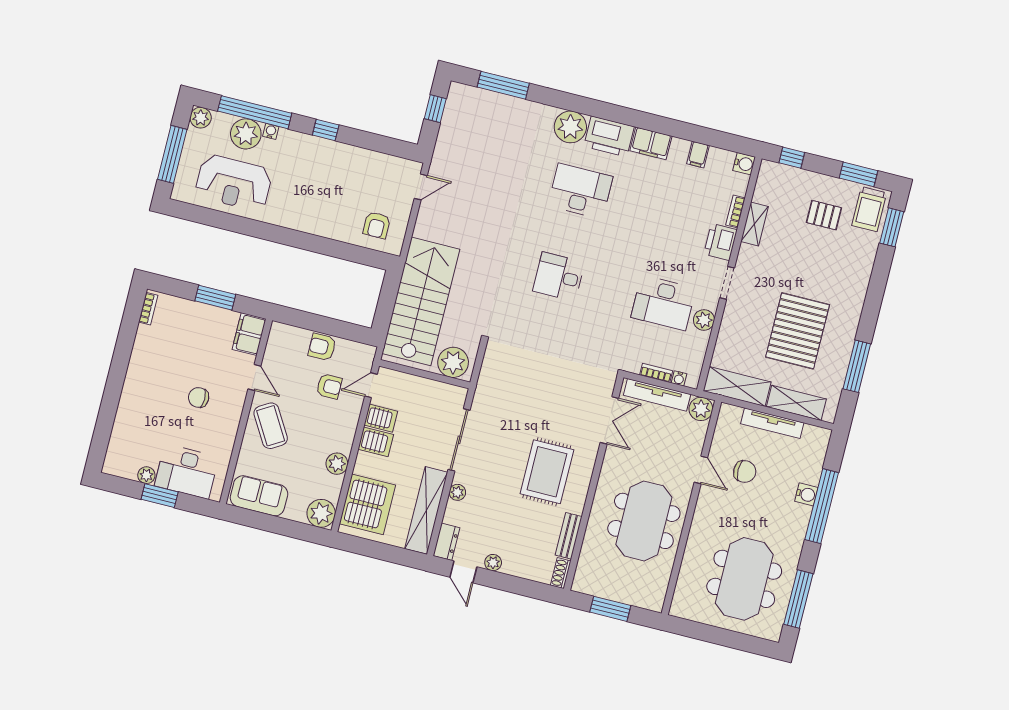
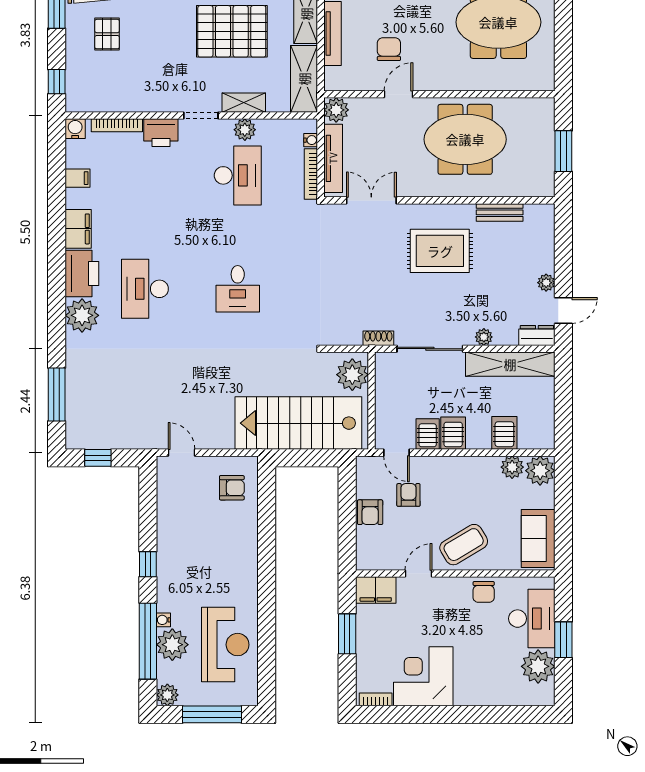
bookcase: (736, 211) -> (117, 125), width x1.56
shelving: (755, 224) -> (244, 103), moved
corner desk: (158, 358) -> (423, 676), added
bookcase: (656, 373) -> (311, 174), width x1.56
chair: (199, 397) -> (484, 592), moved
plant: (337, 464) -> (512, 467), moved
plant: (146, 475) -> (538, 666), width x1.88, depth x1.88
server rack: (367, 504) -> (504, 433), width x0.46, depth x0.70
shoe rack: (561, 573) -> (378, 338), moved, turned 180

